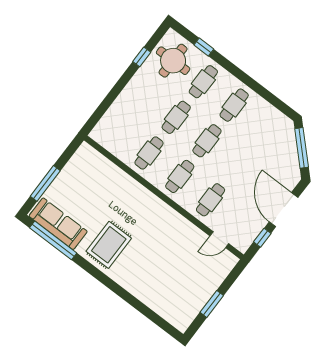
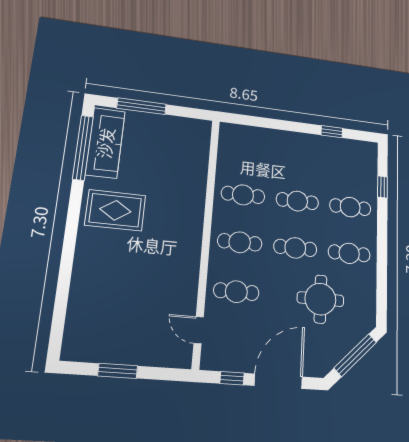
round table: (173, 61) -> (320, 299), moved

